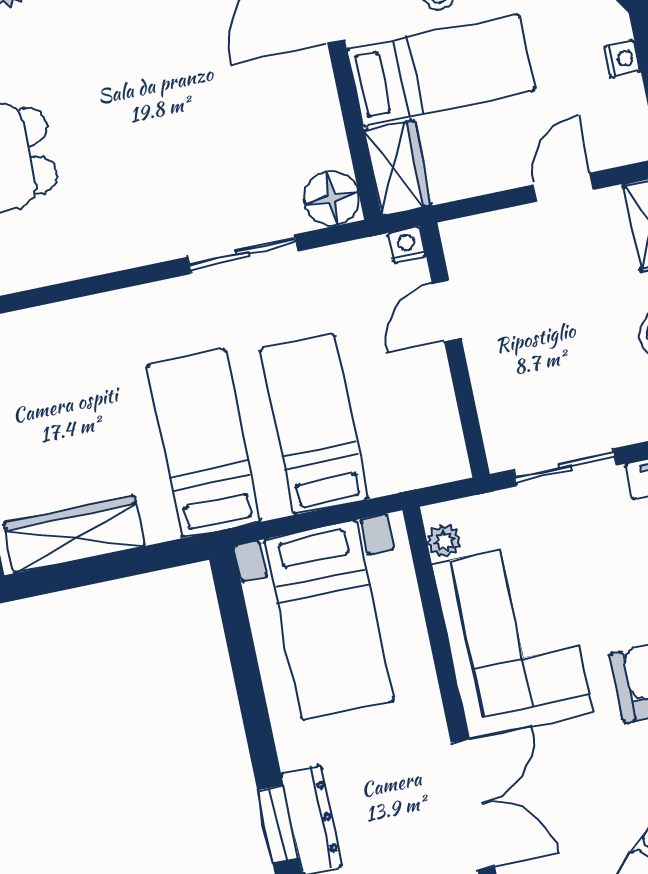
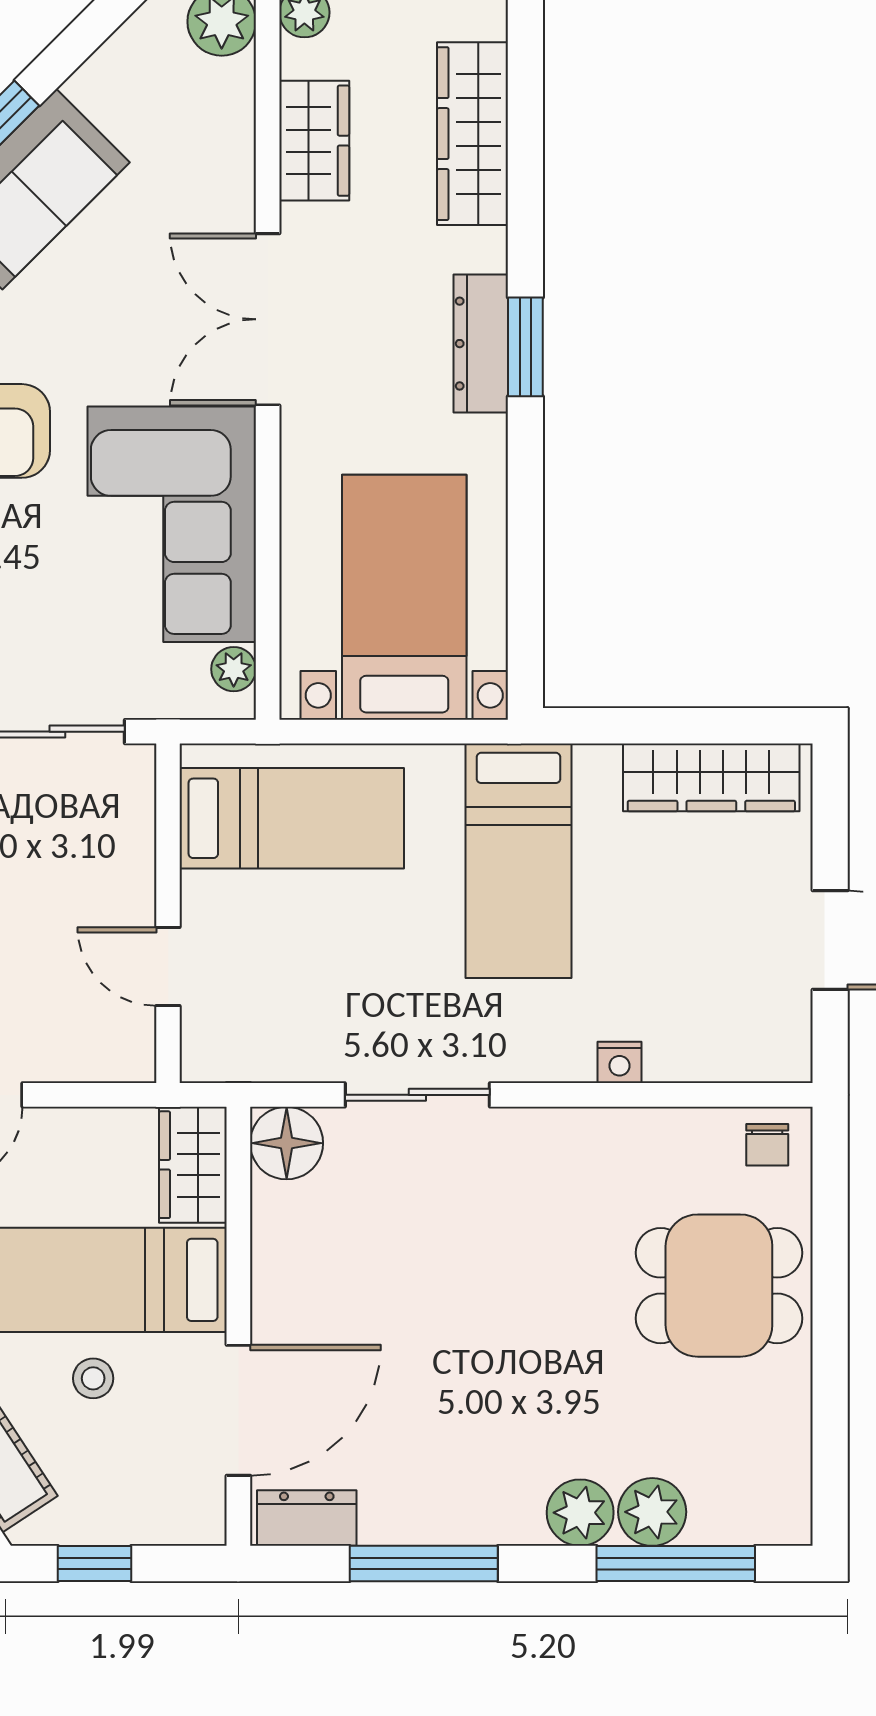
nightstand: (407, 245) -> (619, 1062), moved
door: (447, 311) -> (168, 967), swing flipped
bed: (314, 424) -> (292, 818), moved, turned -90

